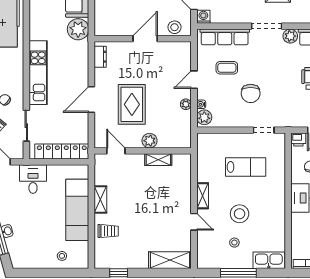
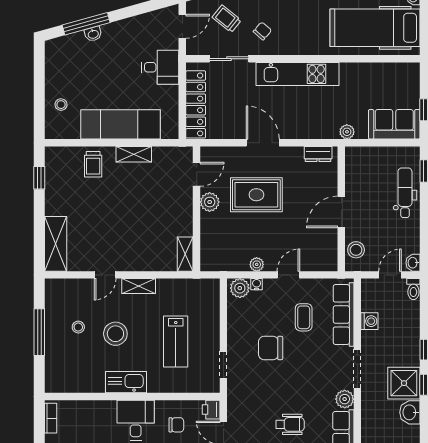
washing machine: (203, 17) -> (369, 321), moved
plant: (78, 29) -> (347, 132), width x0.53, depth x0.53
door: (145, 39) -> (341, 212), swing flipped
door: (194, 80) -> (288, 275), hinge flipped
plant: (150, 141) -> (210, 202), moved
shelving: (158, 160) -> (185, 254), moved
kitchen sink: (269, 260) -> (126, 382), moved, turned -90

